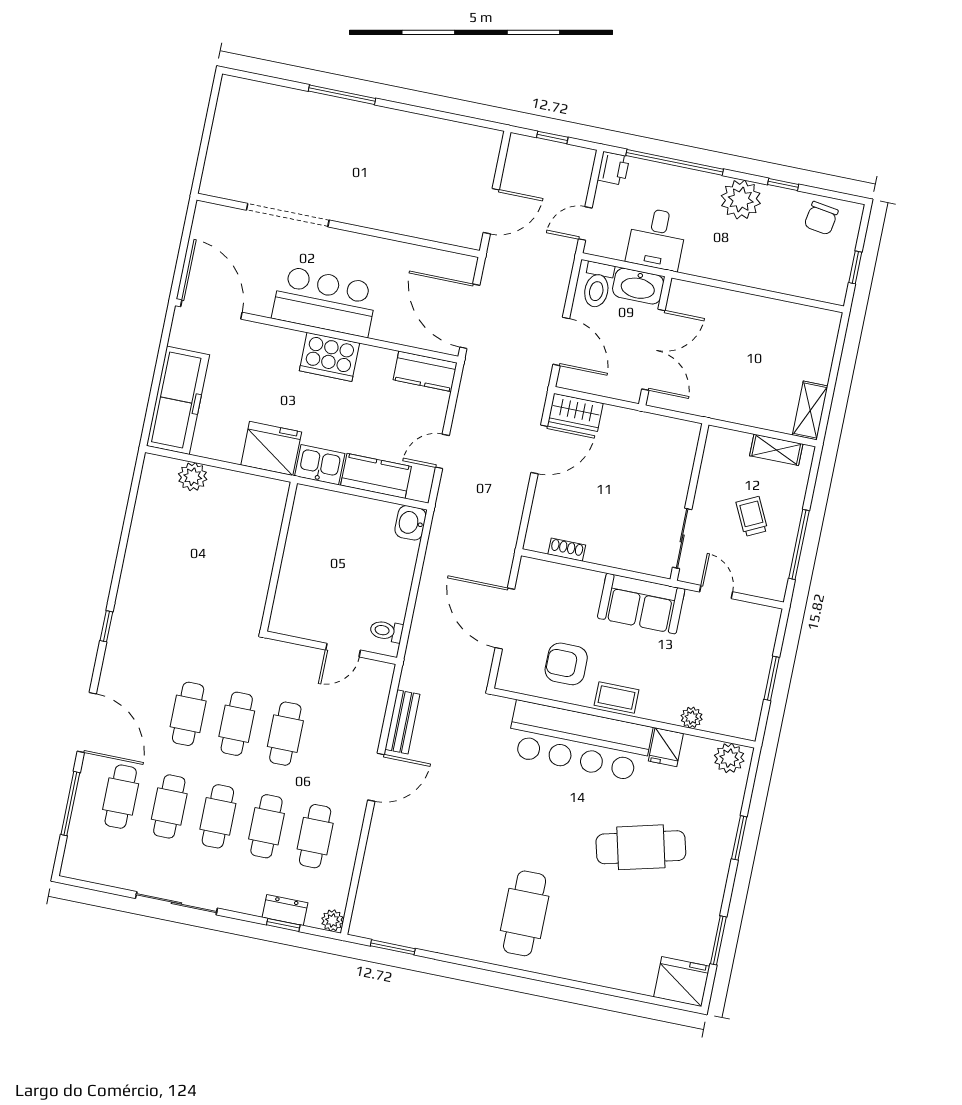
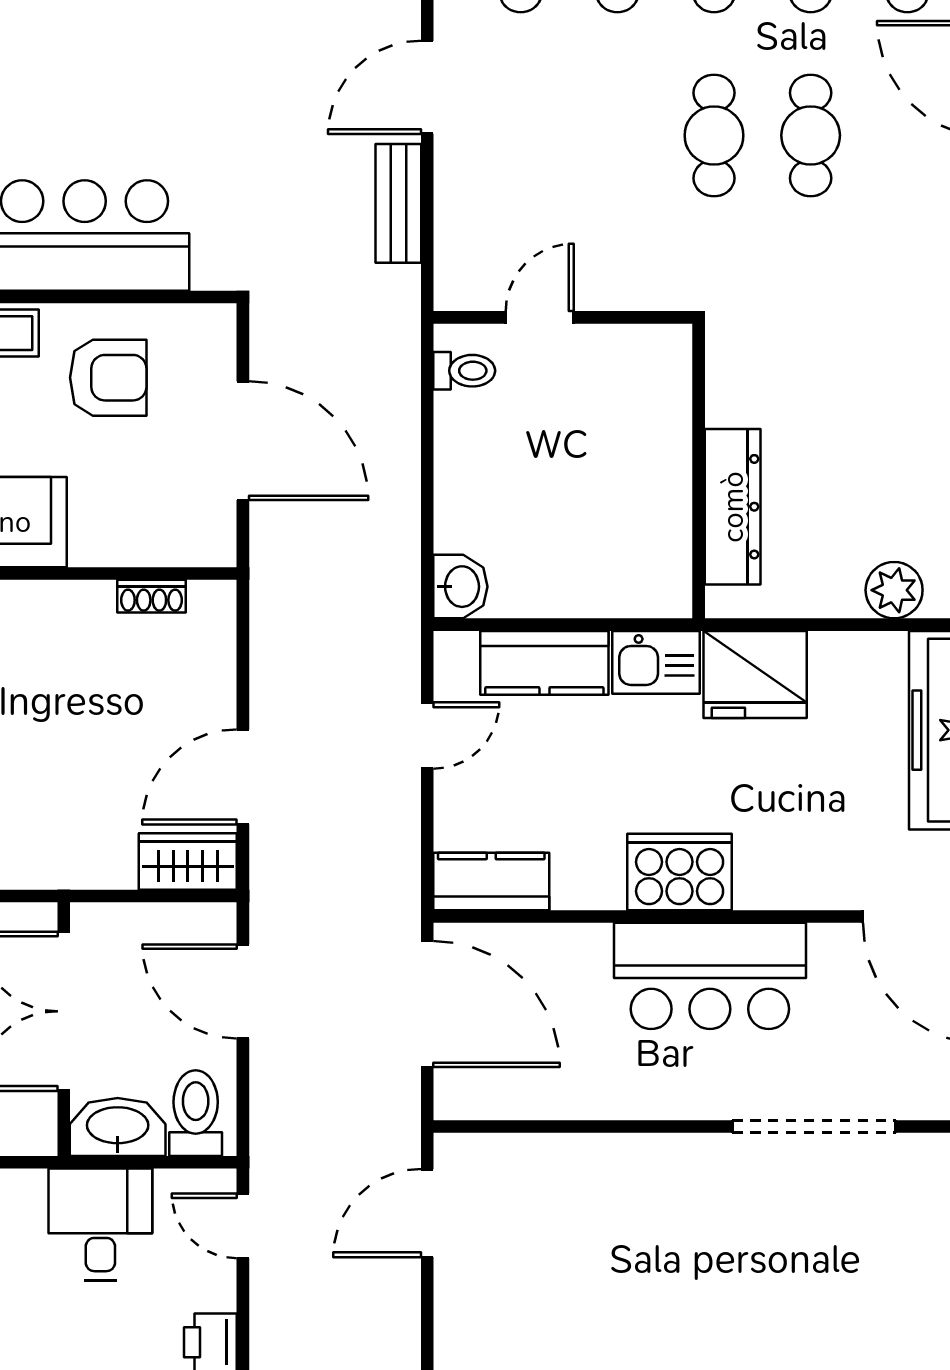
door: (585, 224) -> (243, 1226), swing flipped
dresser: (265, 535) -> (733, 507), added
cafe table: (285, 734) -> (617, 135), removed

